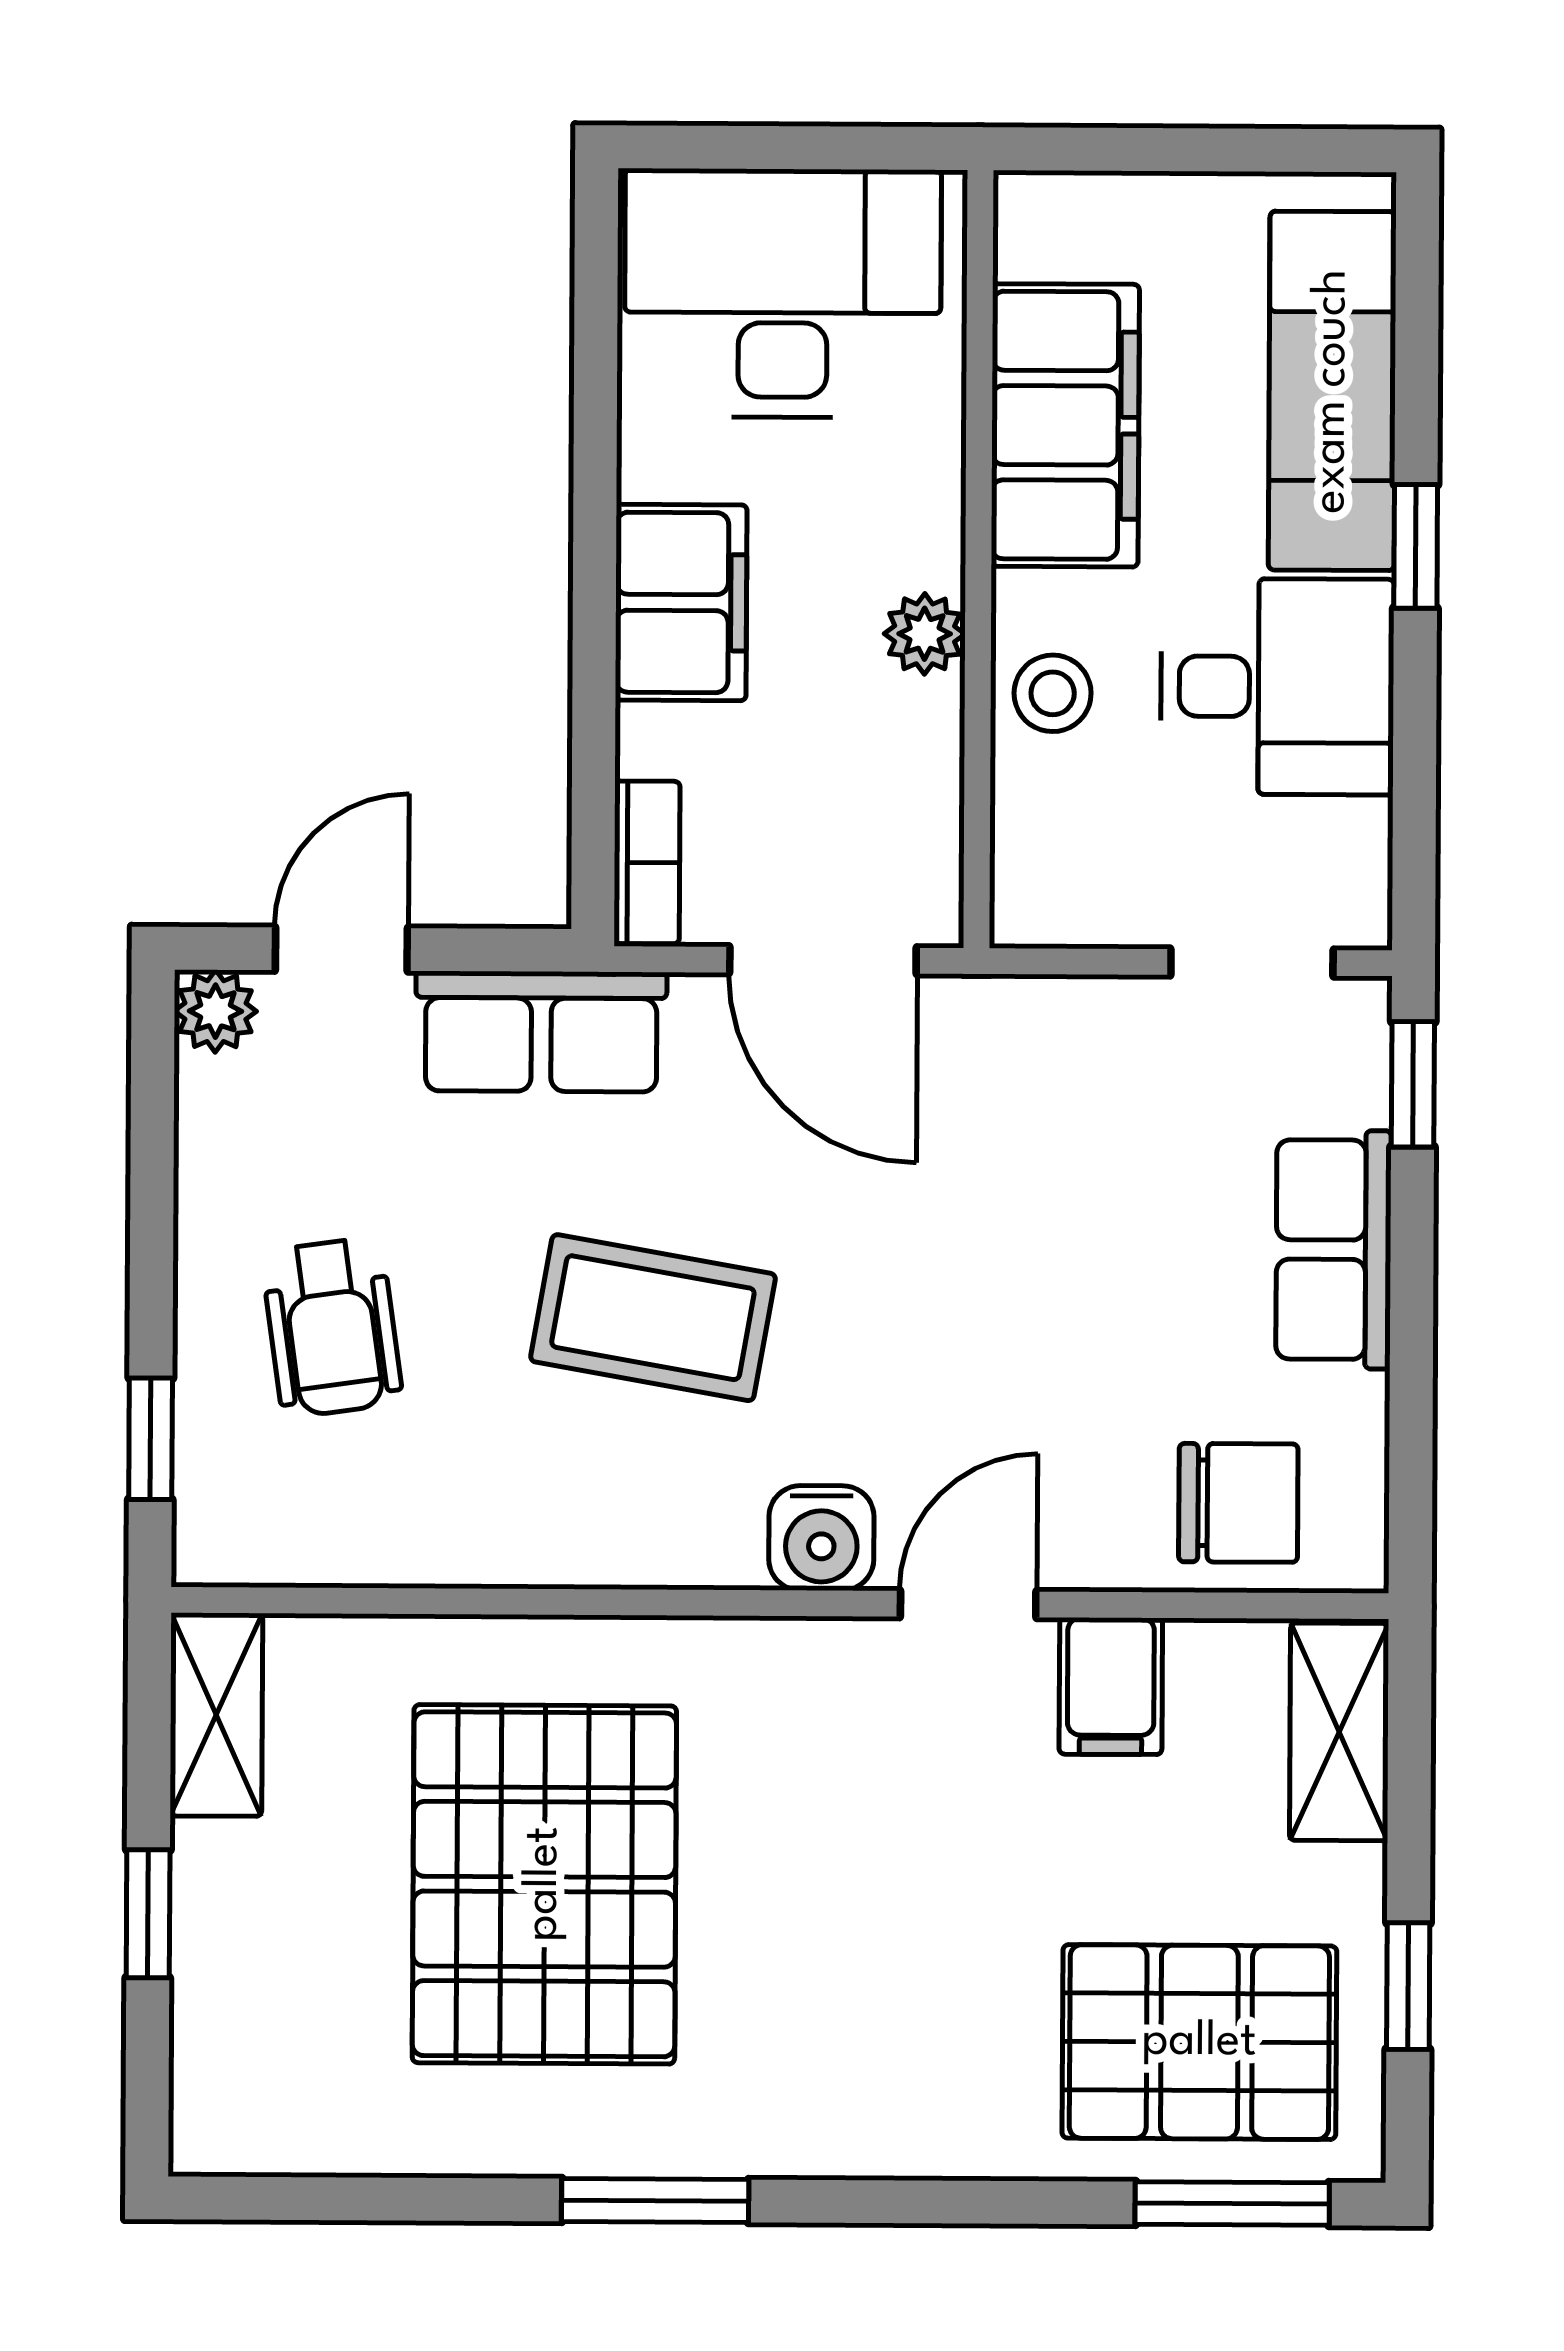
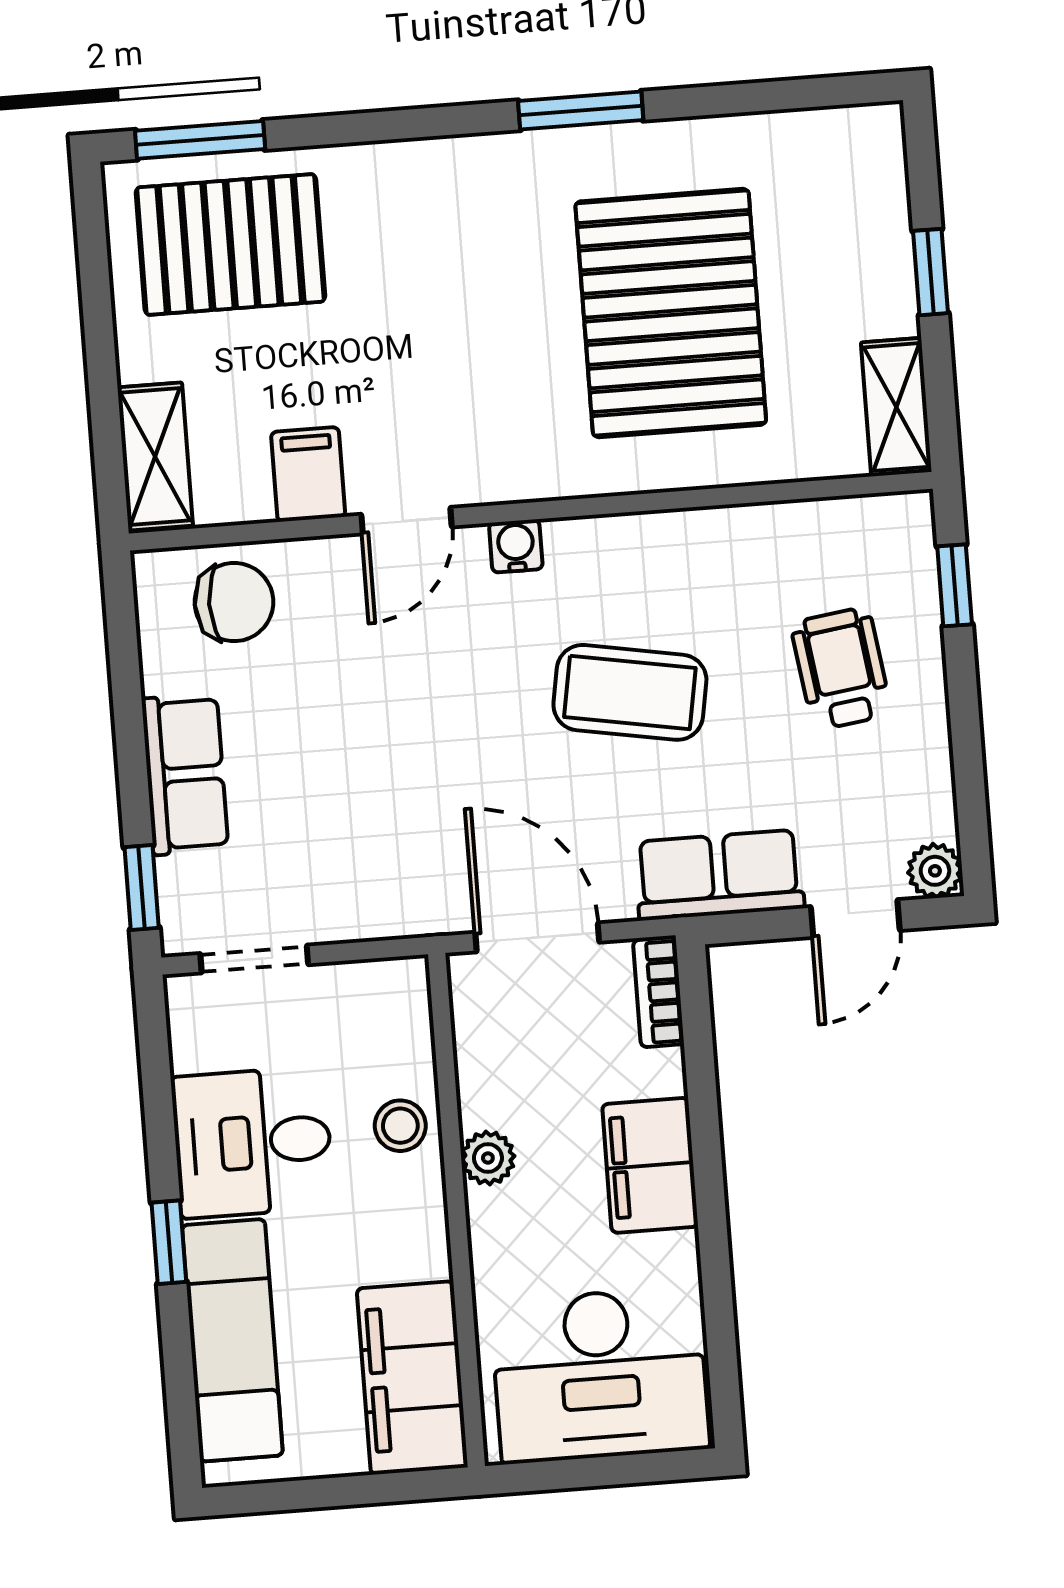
filing cabinet: (1065, 425) -> (412, 1378), moved
chair: (1238, 1503) -> (234, 602), turned 180
water cooler: (821, 1538) -> (516, 546), width x0.72, depth x0.72
window: (1408, 1986) -> (96, 293), removed

